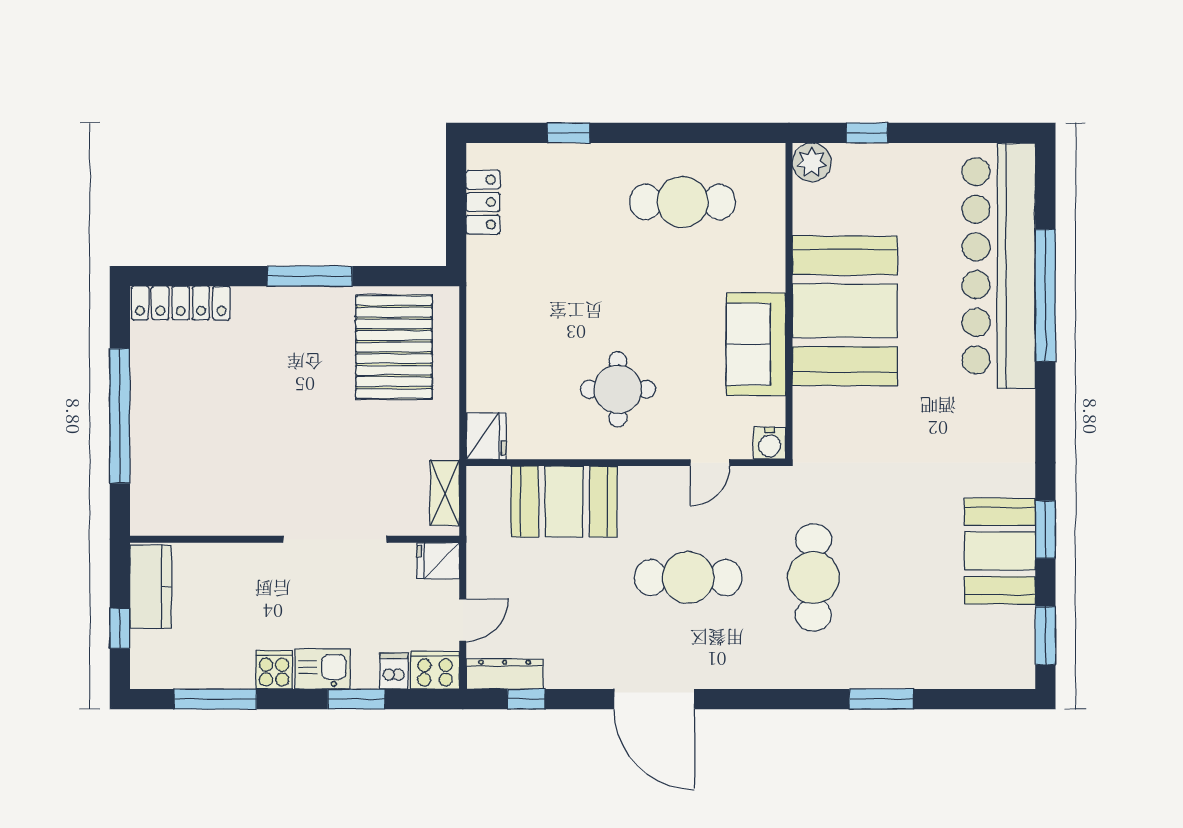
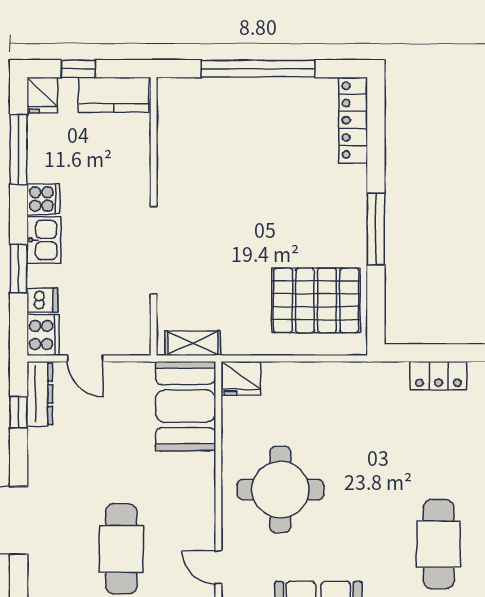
round table: (618, 389) -> (280, 490), width x1.36, depth x1.36
booth: (564, 501) -> (185, 406), moved
fridge: (438, 560) -> (42, 95), moved, turned 180

